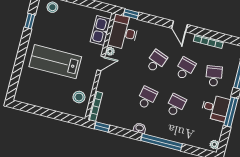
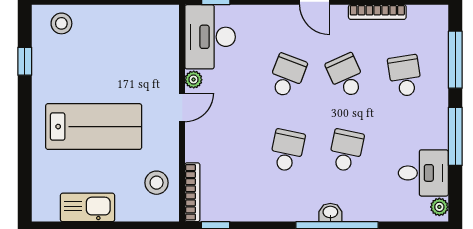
kitchen sink: (100, 30) -> (87, 207), moved, turned 90
lab bench: (55, 62) -> (94, 127), turned 180
school desk: (185, 69) -> (346, 76), turned -39
desk: (215, 108) -> (423, 173), moved
washbasin: (140, 128) -> (330, 213), moved

